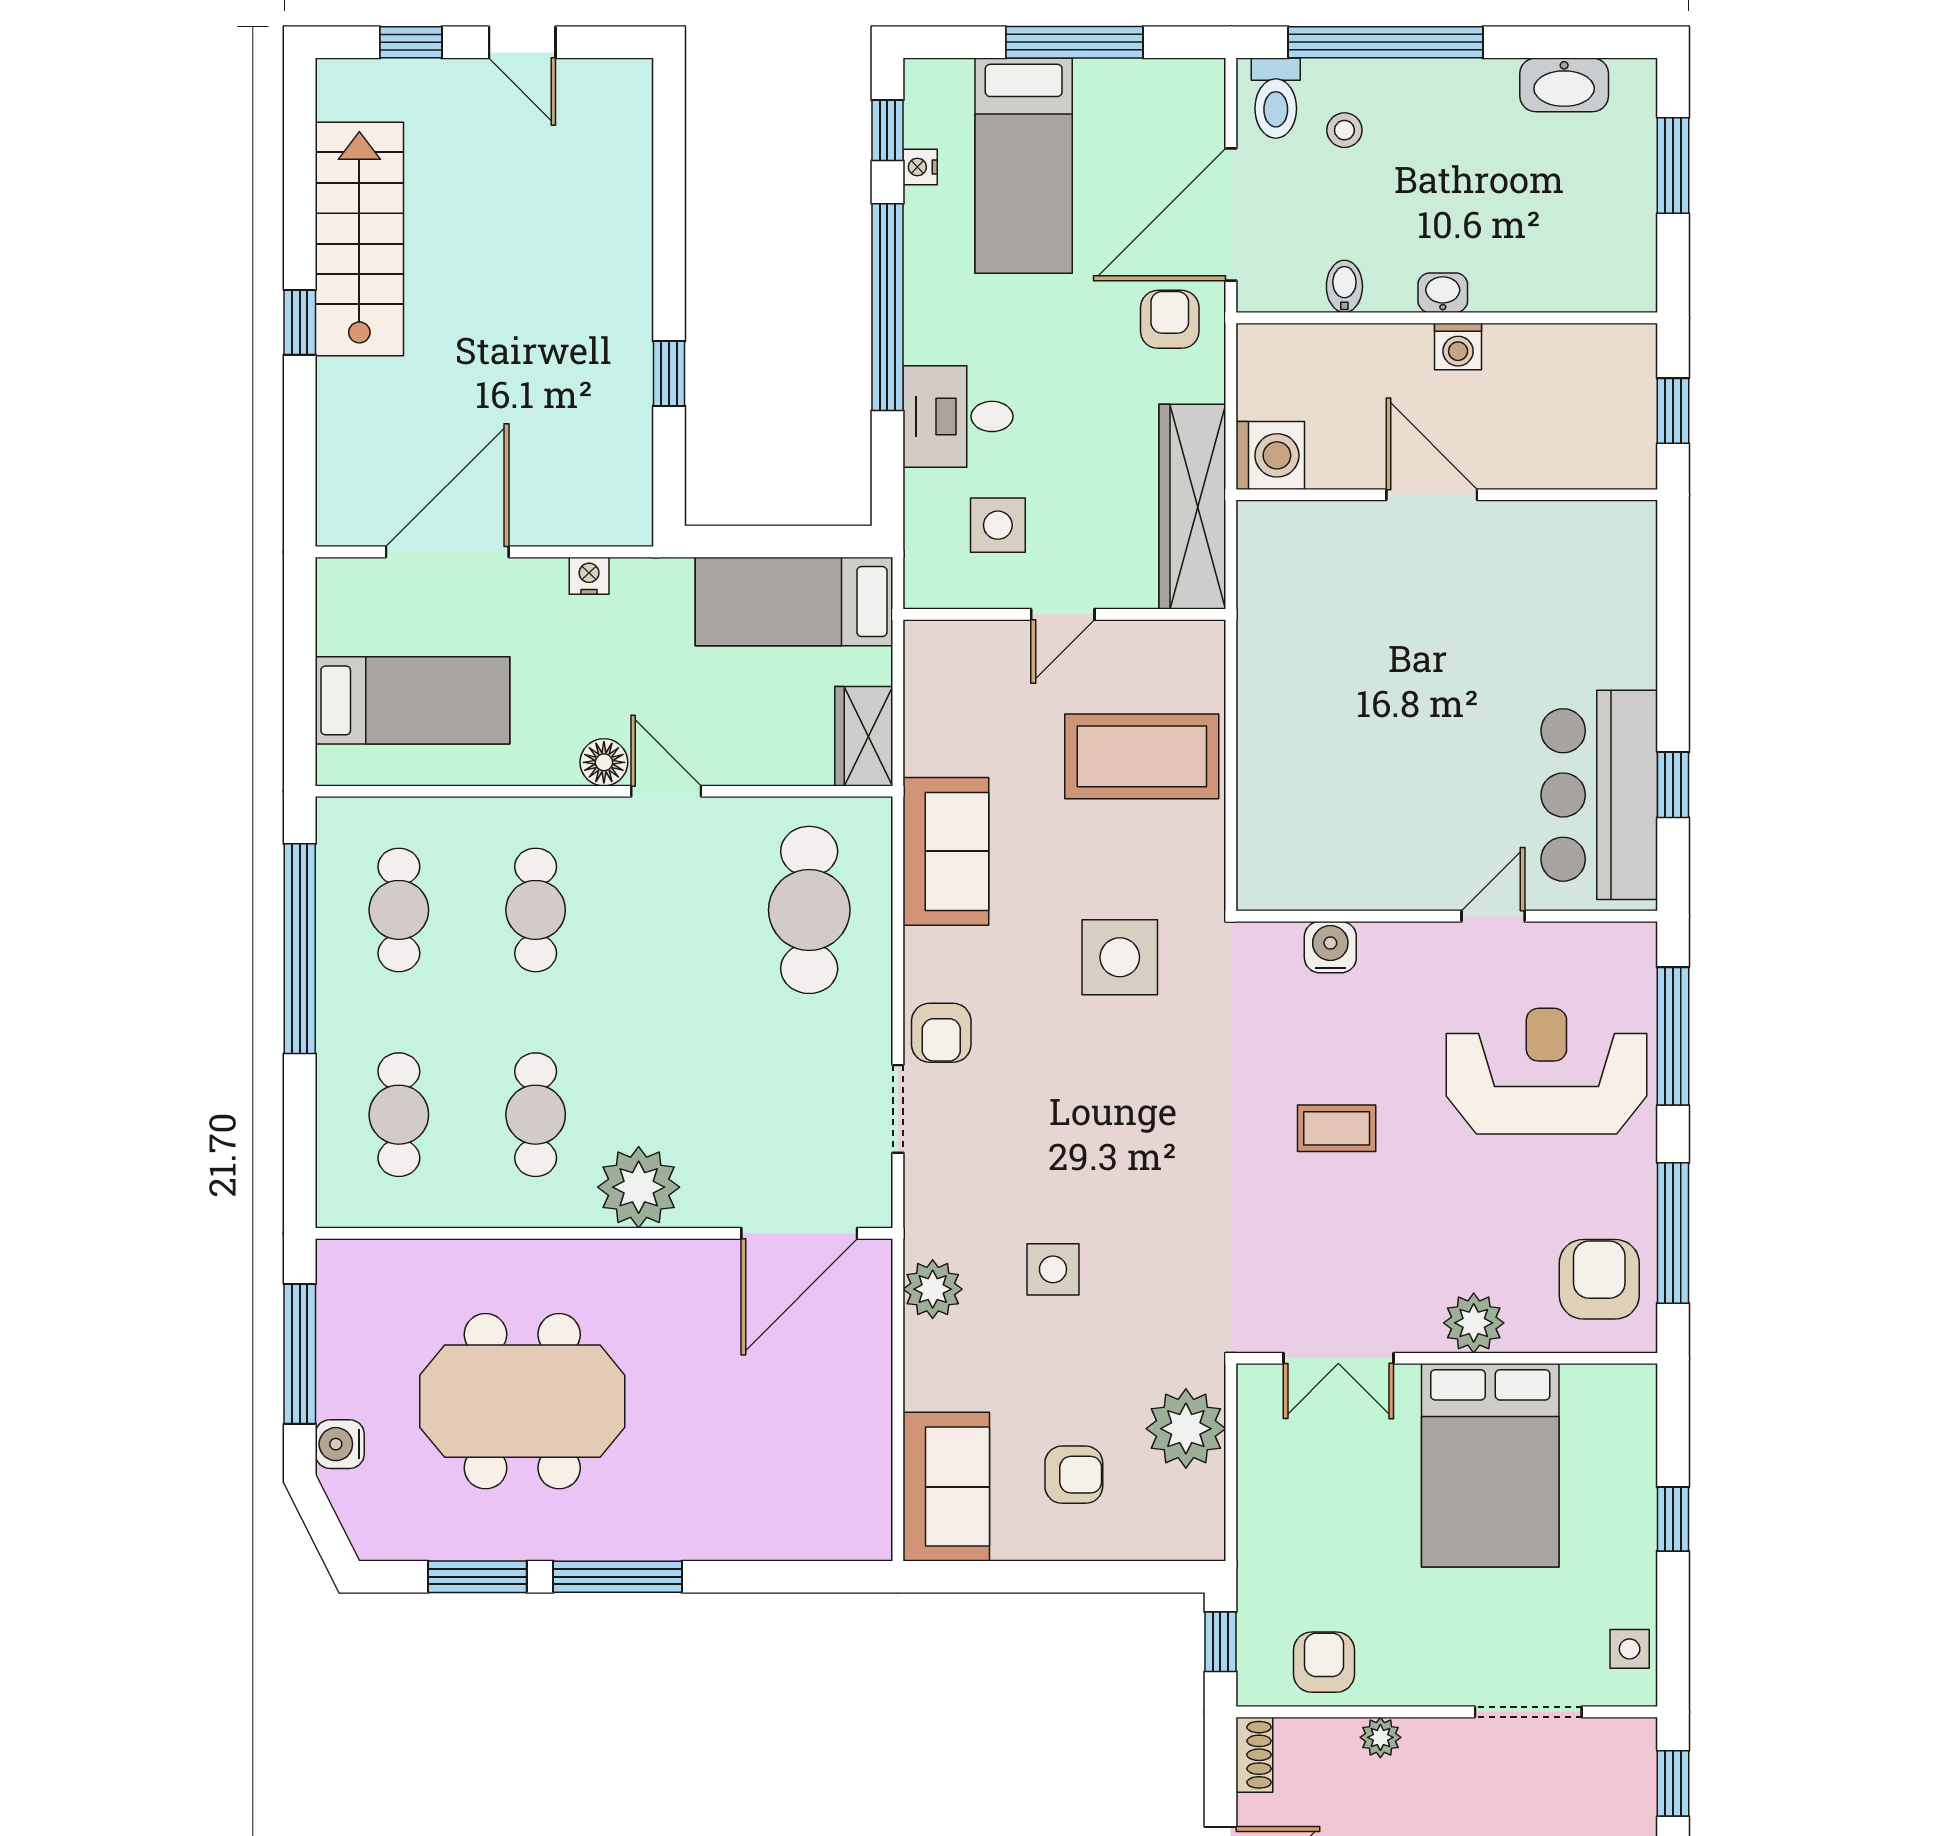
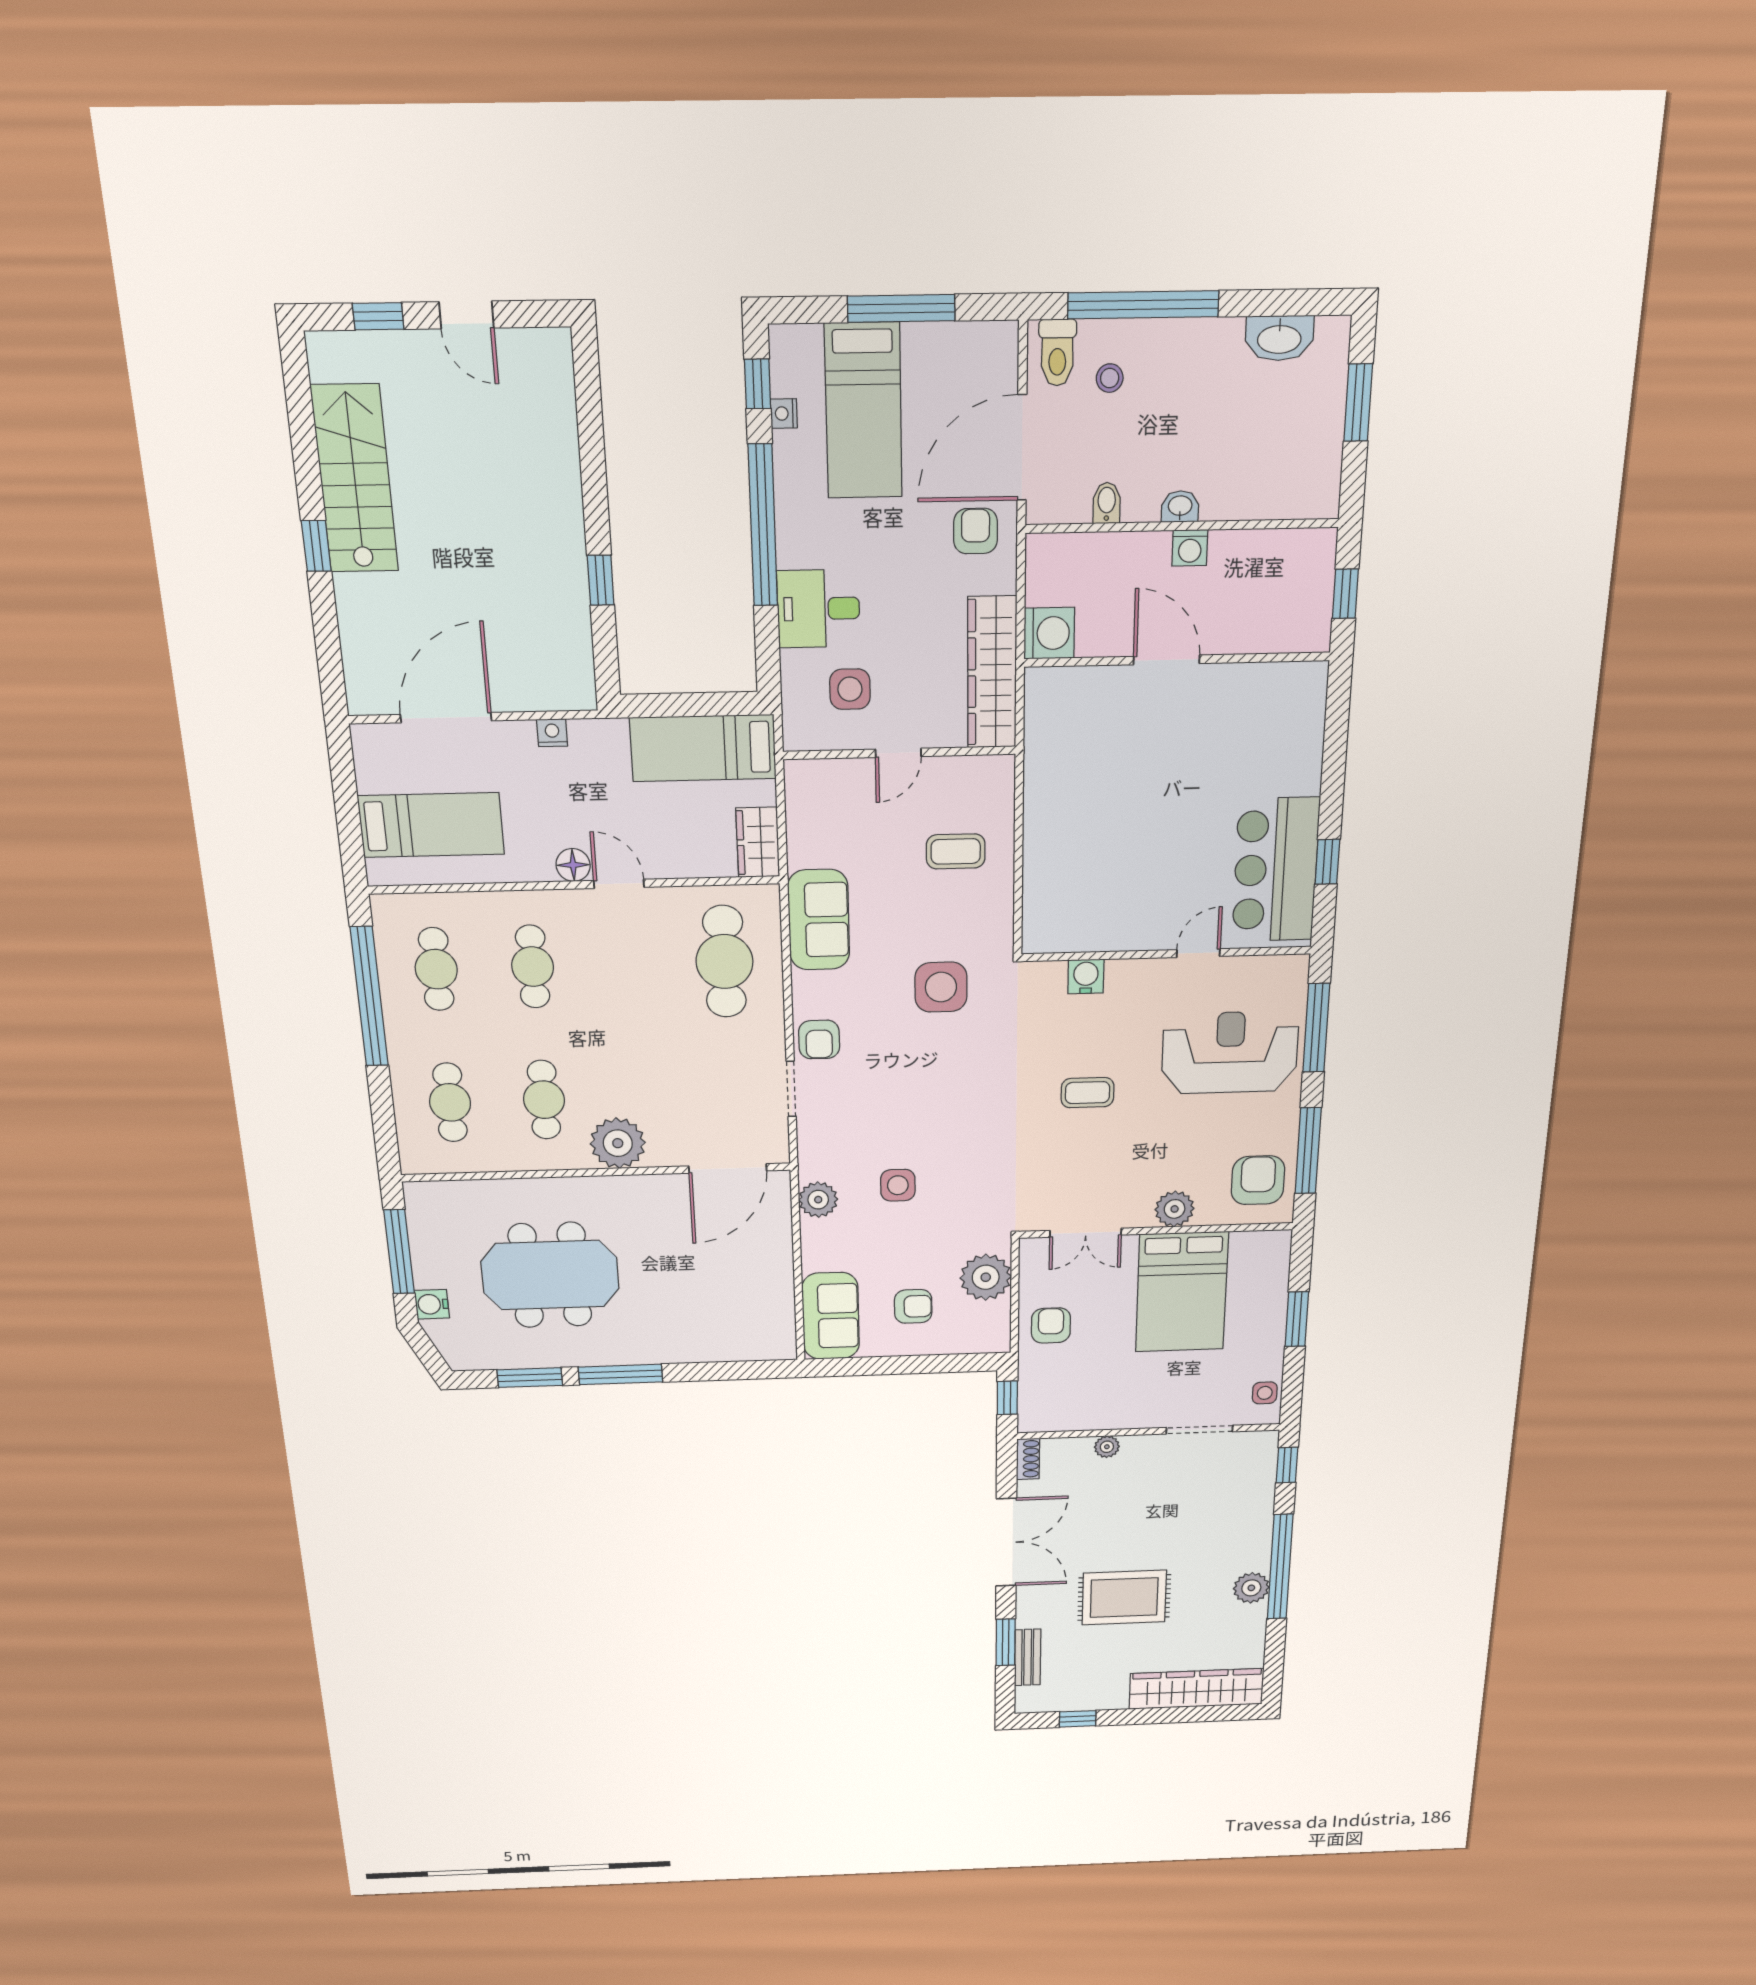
coffee table: (1142, 756) -> (956, 851), width x0.54, depth x0.58
window: (1673, 1519) -> (1297, 1319), width x1.50
armchair: (1324, 1662) -> (1051, 1325), moved

